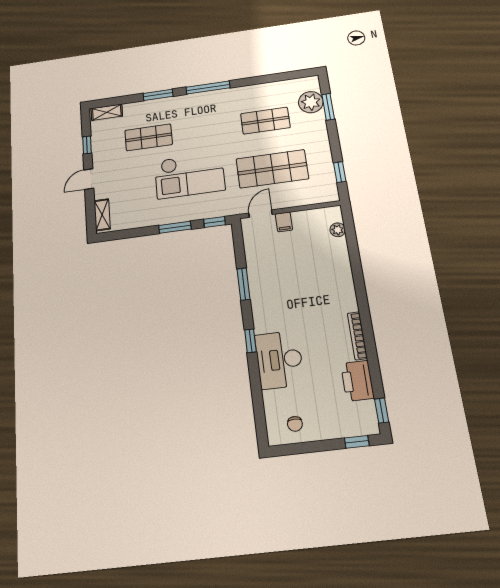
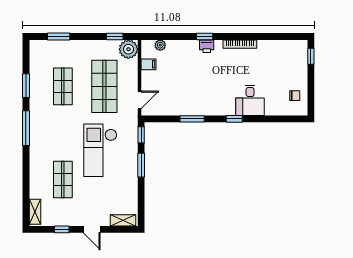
window: (158, 95) -> (26, 86), moved
plant: (311, 102) -> (128, 49), moved
checkout: (189, 175) -> (100, 150), turned 180
door: (260, 214) -> (140, 100), swing flipped
filing cabinet: (284, 222) -> (148, 64), moved
desk: (279, 360) -> (250, 100), width x0.73
printer: (357, 381) -> (207, 46), moved, width x0.53, depth x0.68
window: (382, 411) -> (205, 36), moved

